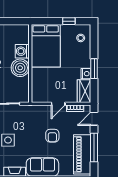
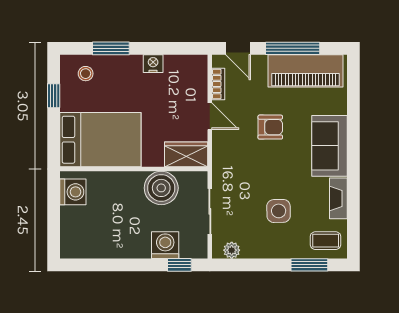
washing machine: (22, 51) -> (73, 192), moved, turned -90
boiler: (20, 68) -> (161, 188), moved
window: (94, 69) -> (111, 48), moved
wardrobe: (84, 91) -> (186, 154), moved, turned 180

